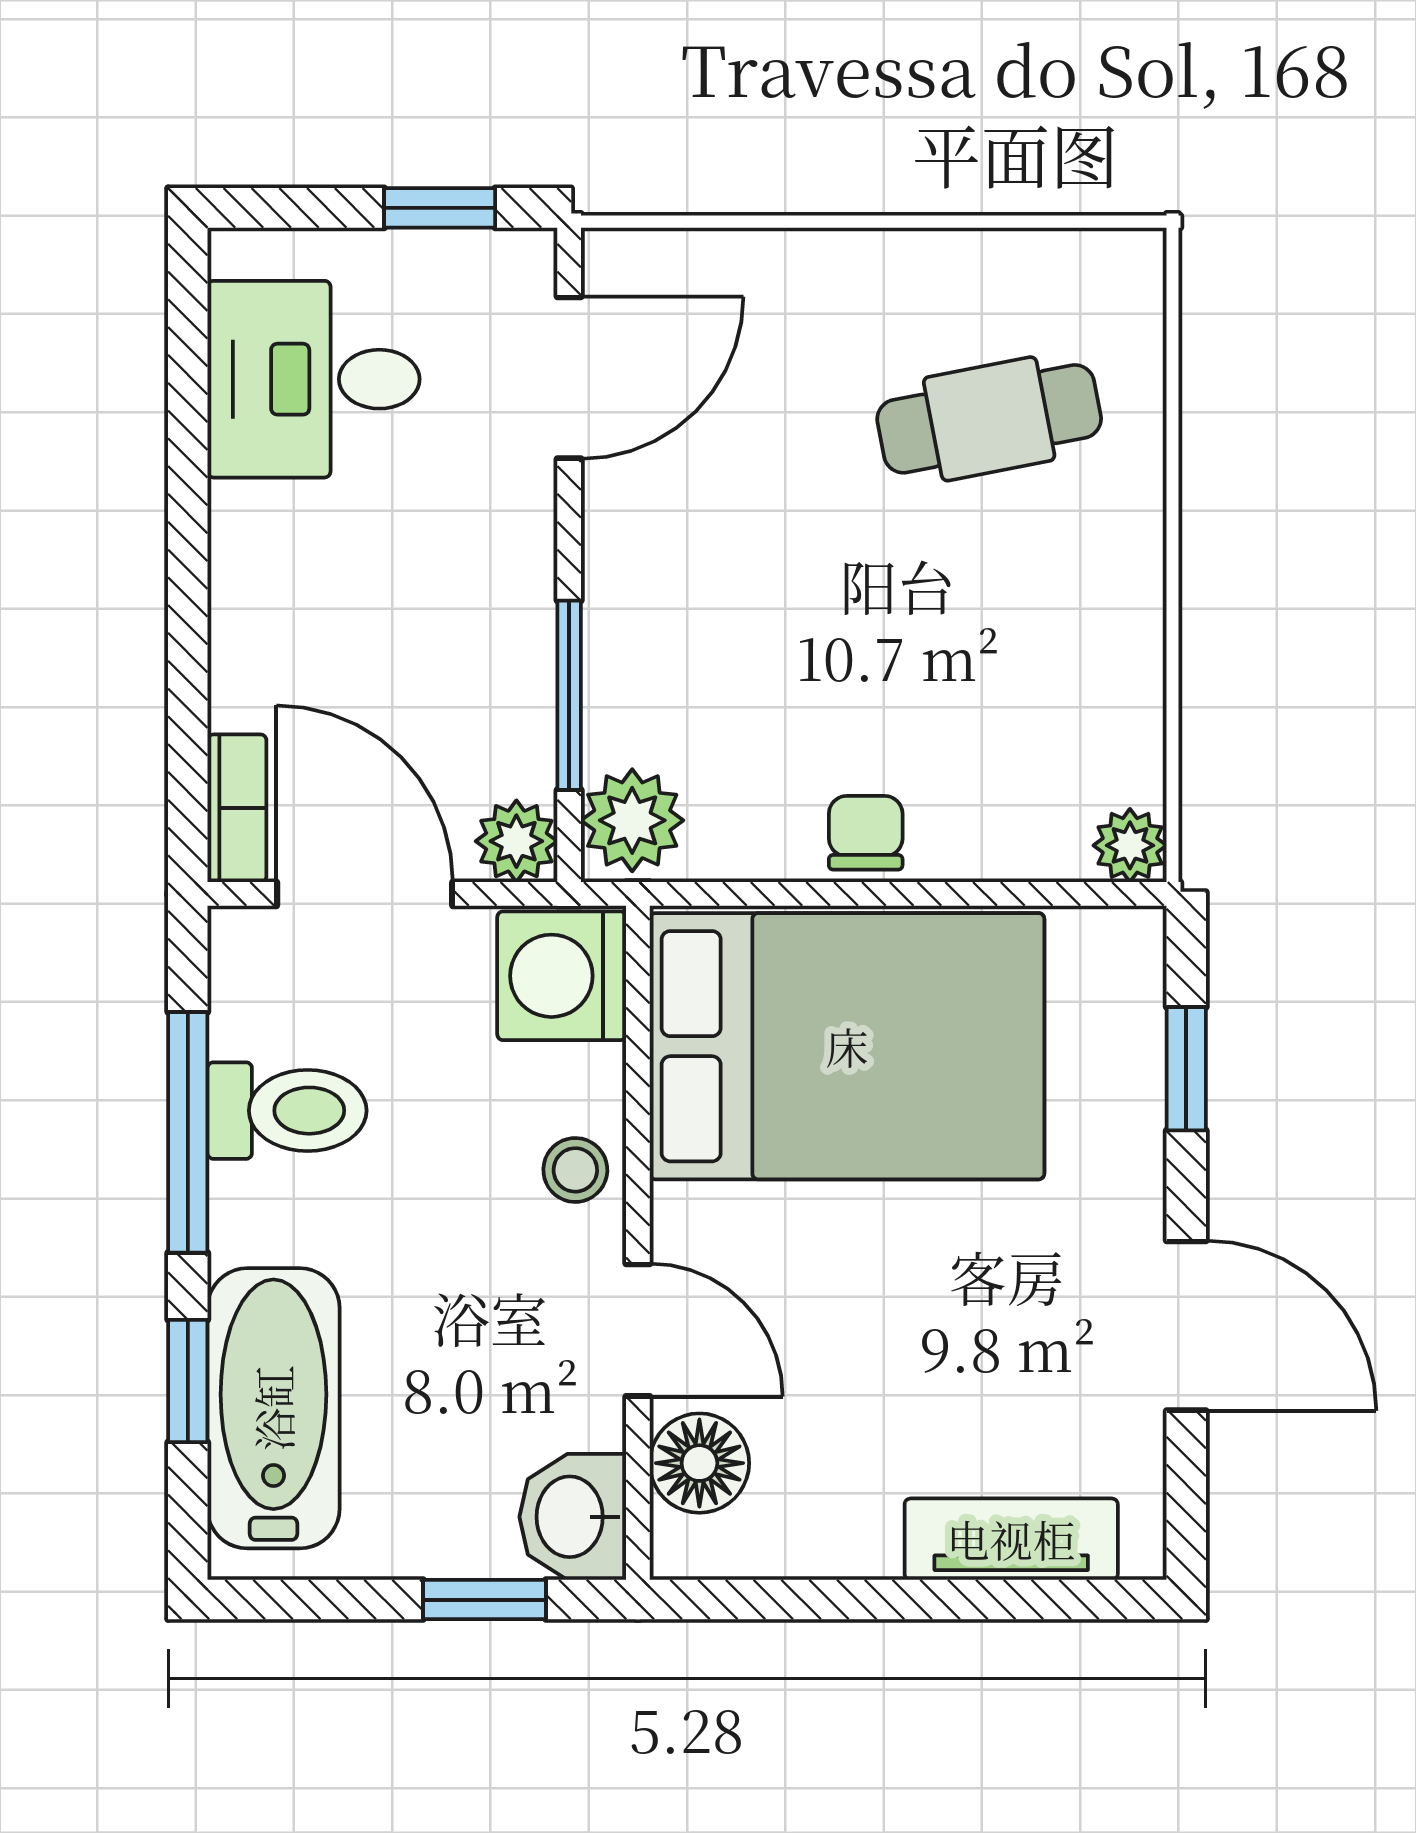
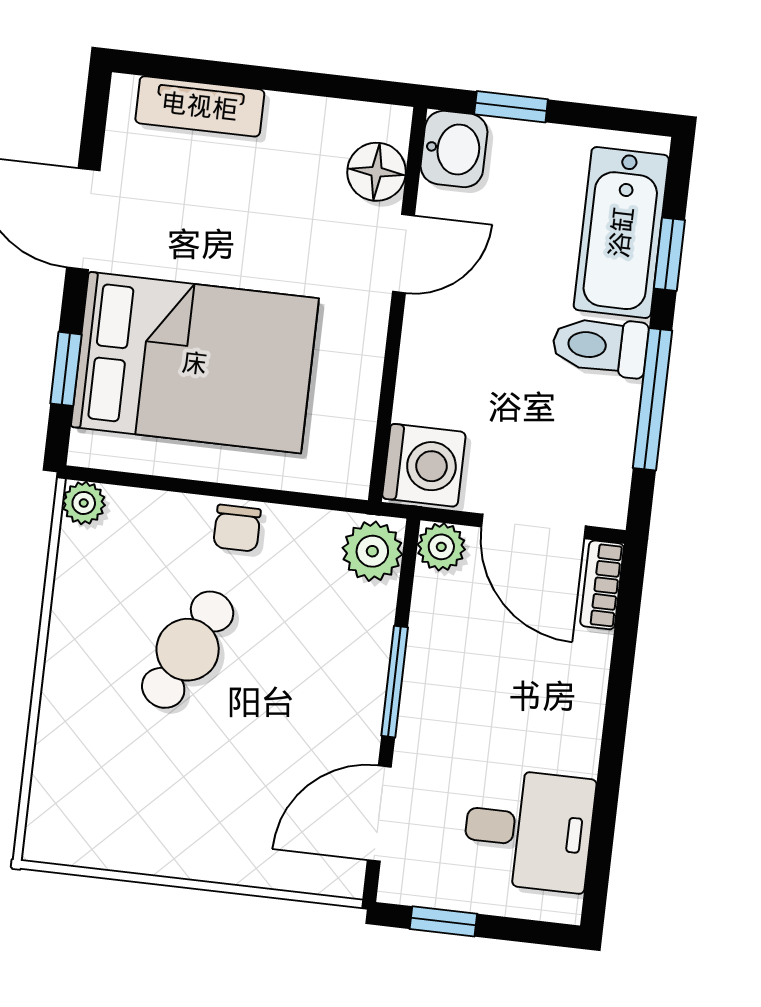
cafe table: (989, 419) -> (188, 650), moved, turned -53
window: (569, 695) -> (395, 682), moved
bed: (847, 1046) -> (195, 363), moved, turned 180
toilet: (287, 1111) -> (600, 346), moved
stool: (575, 1170) -> (429, 351), removed
door: (638, 1330) -> (403, 254), swing flipped

